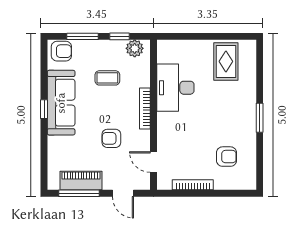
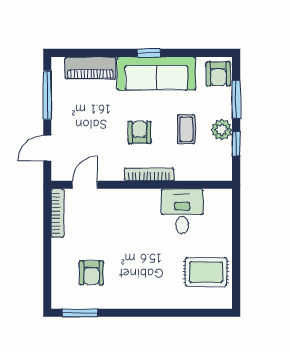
plant: (135, 48) -> (222, 130), moved
desk: (175, 88) -> (182, 211), width x0.73
window: (260, 118) -> (80, 313), moved
armchair: (111, 138) -> (140, 132), moved
piano: (81, 181) -> (90, 68), moved, turned 90
bookcase: (193, 185) -> (57, 213), moved

